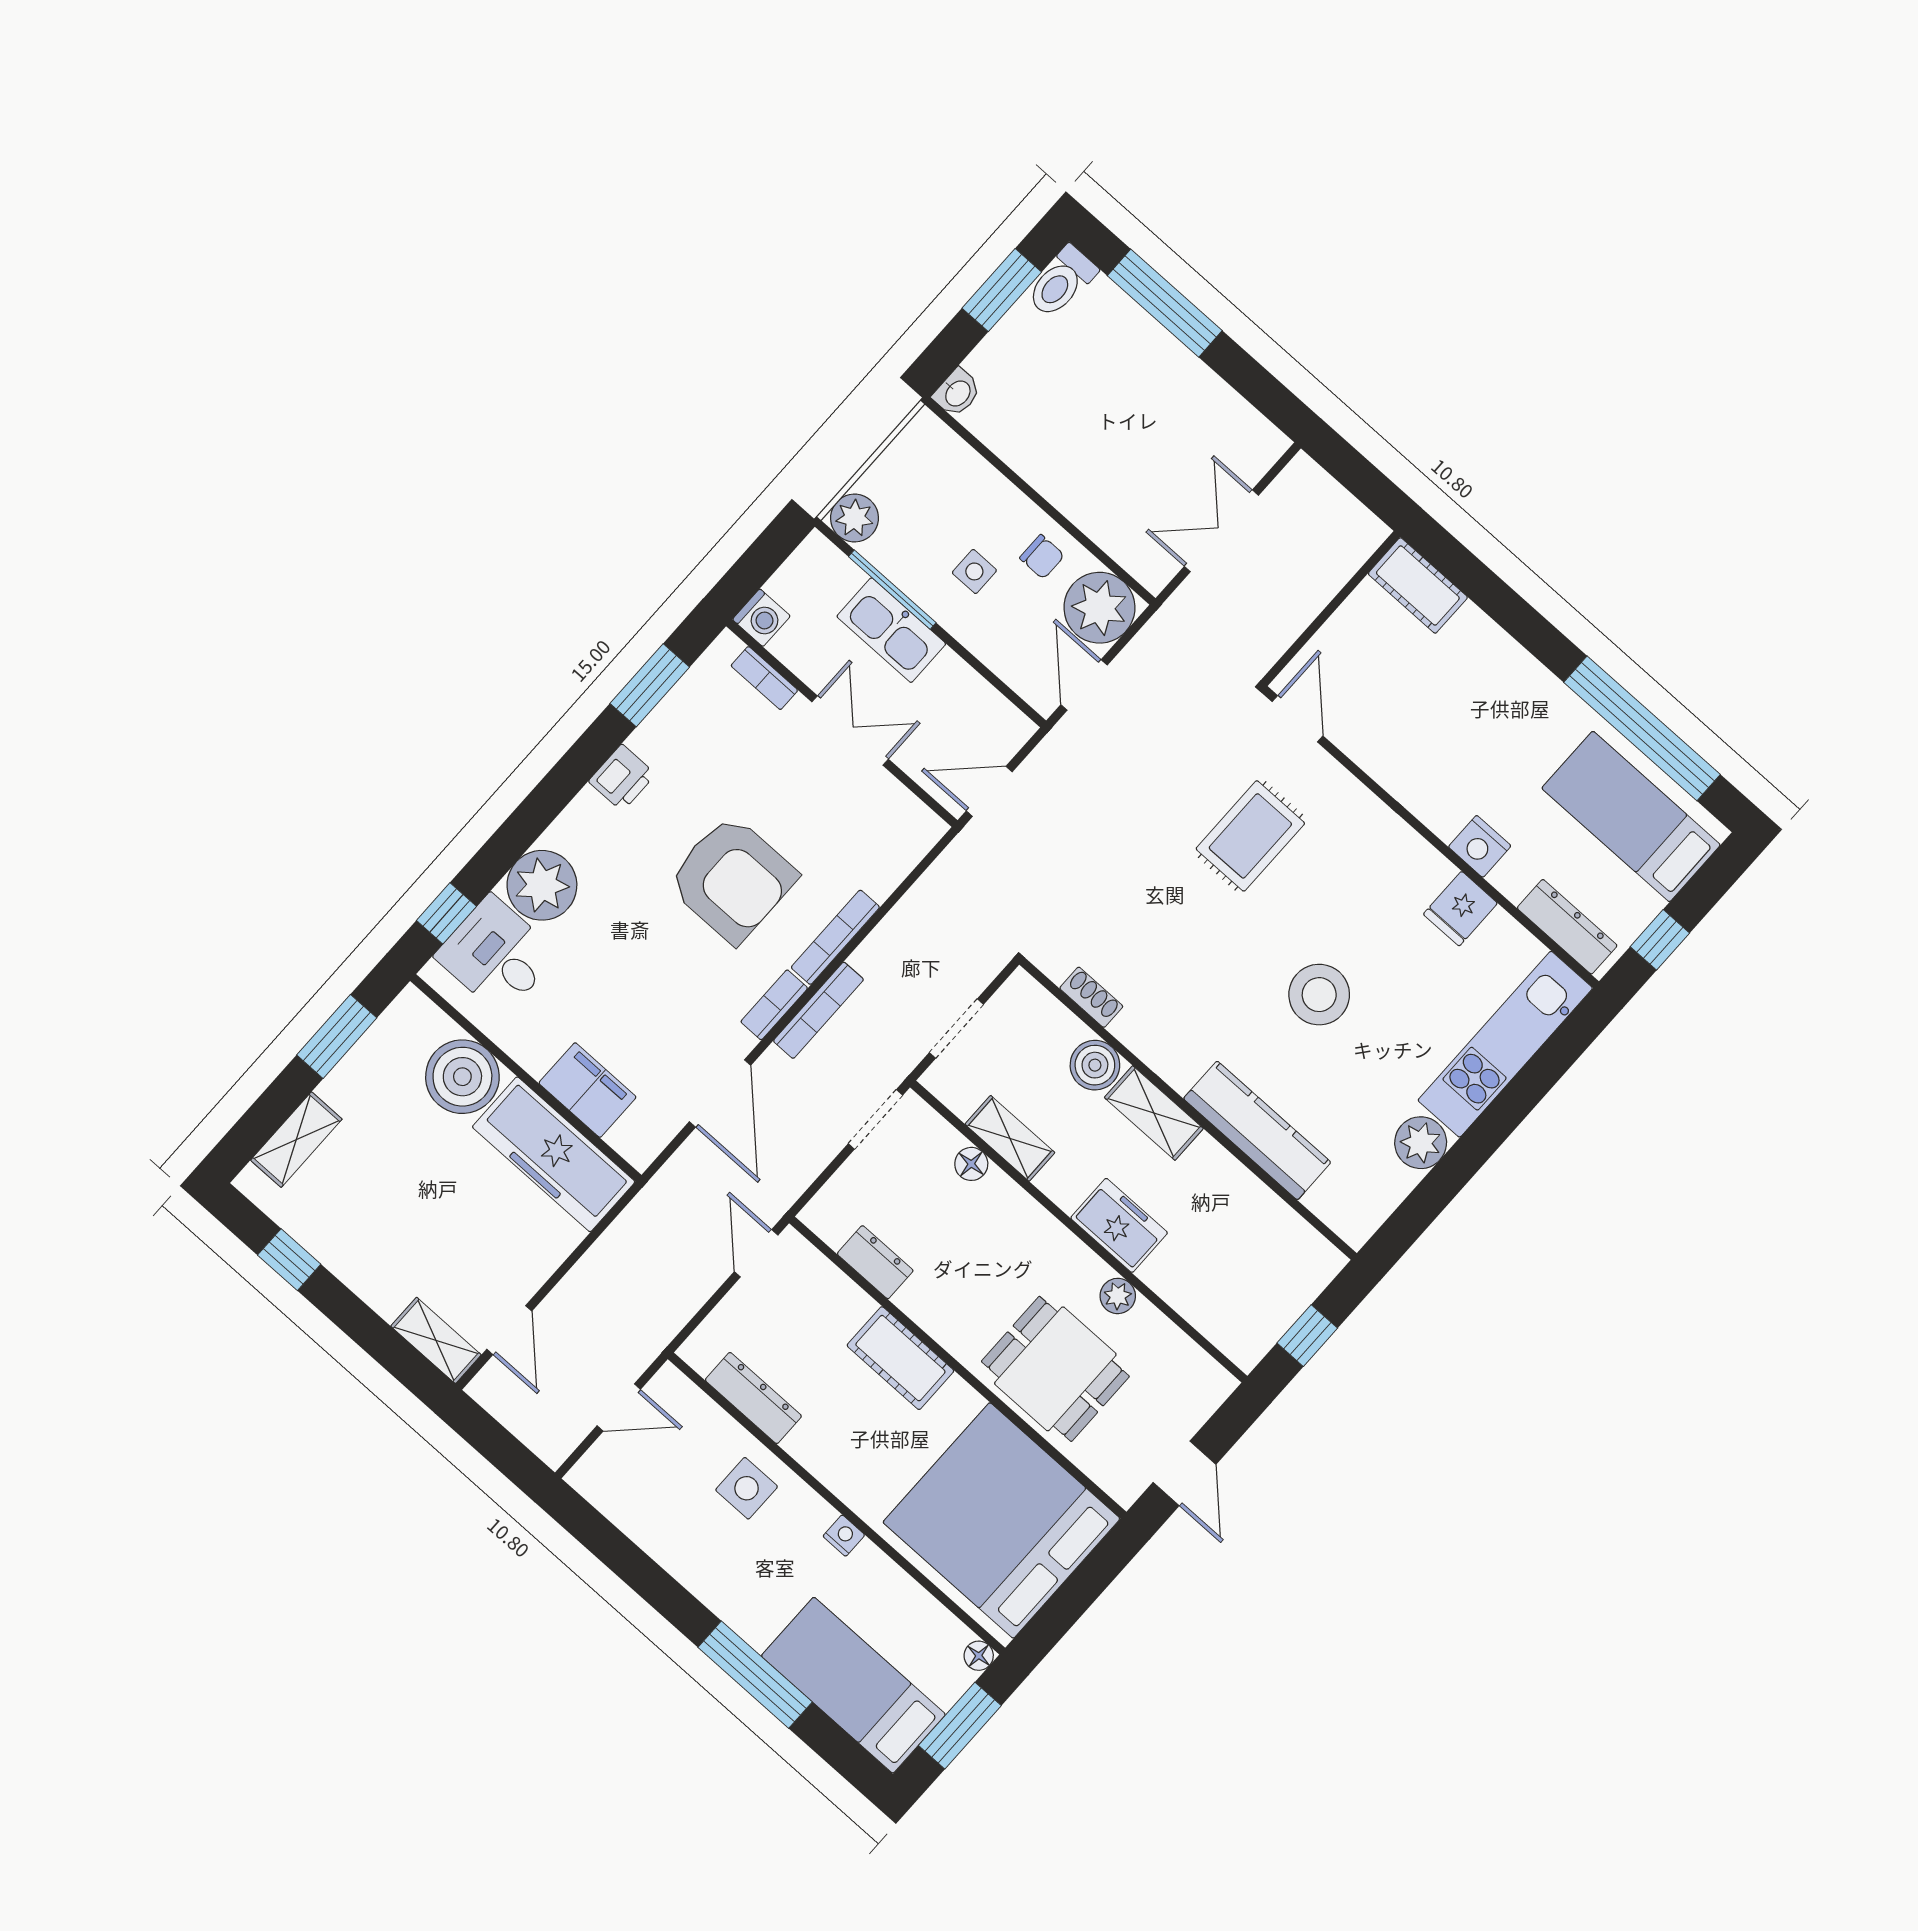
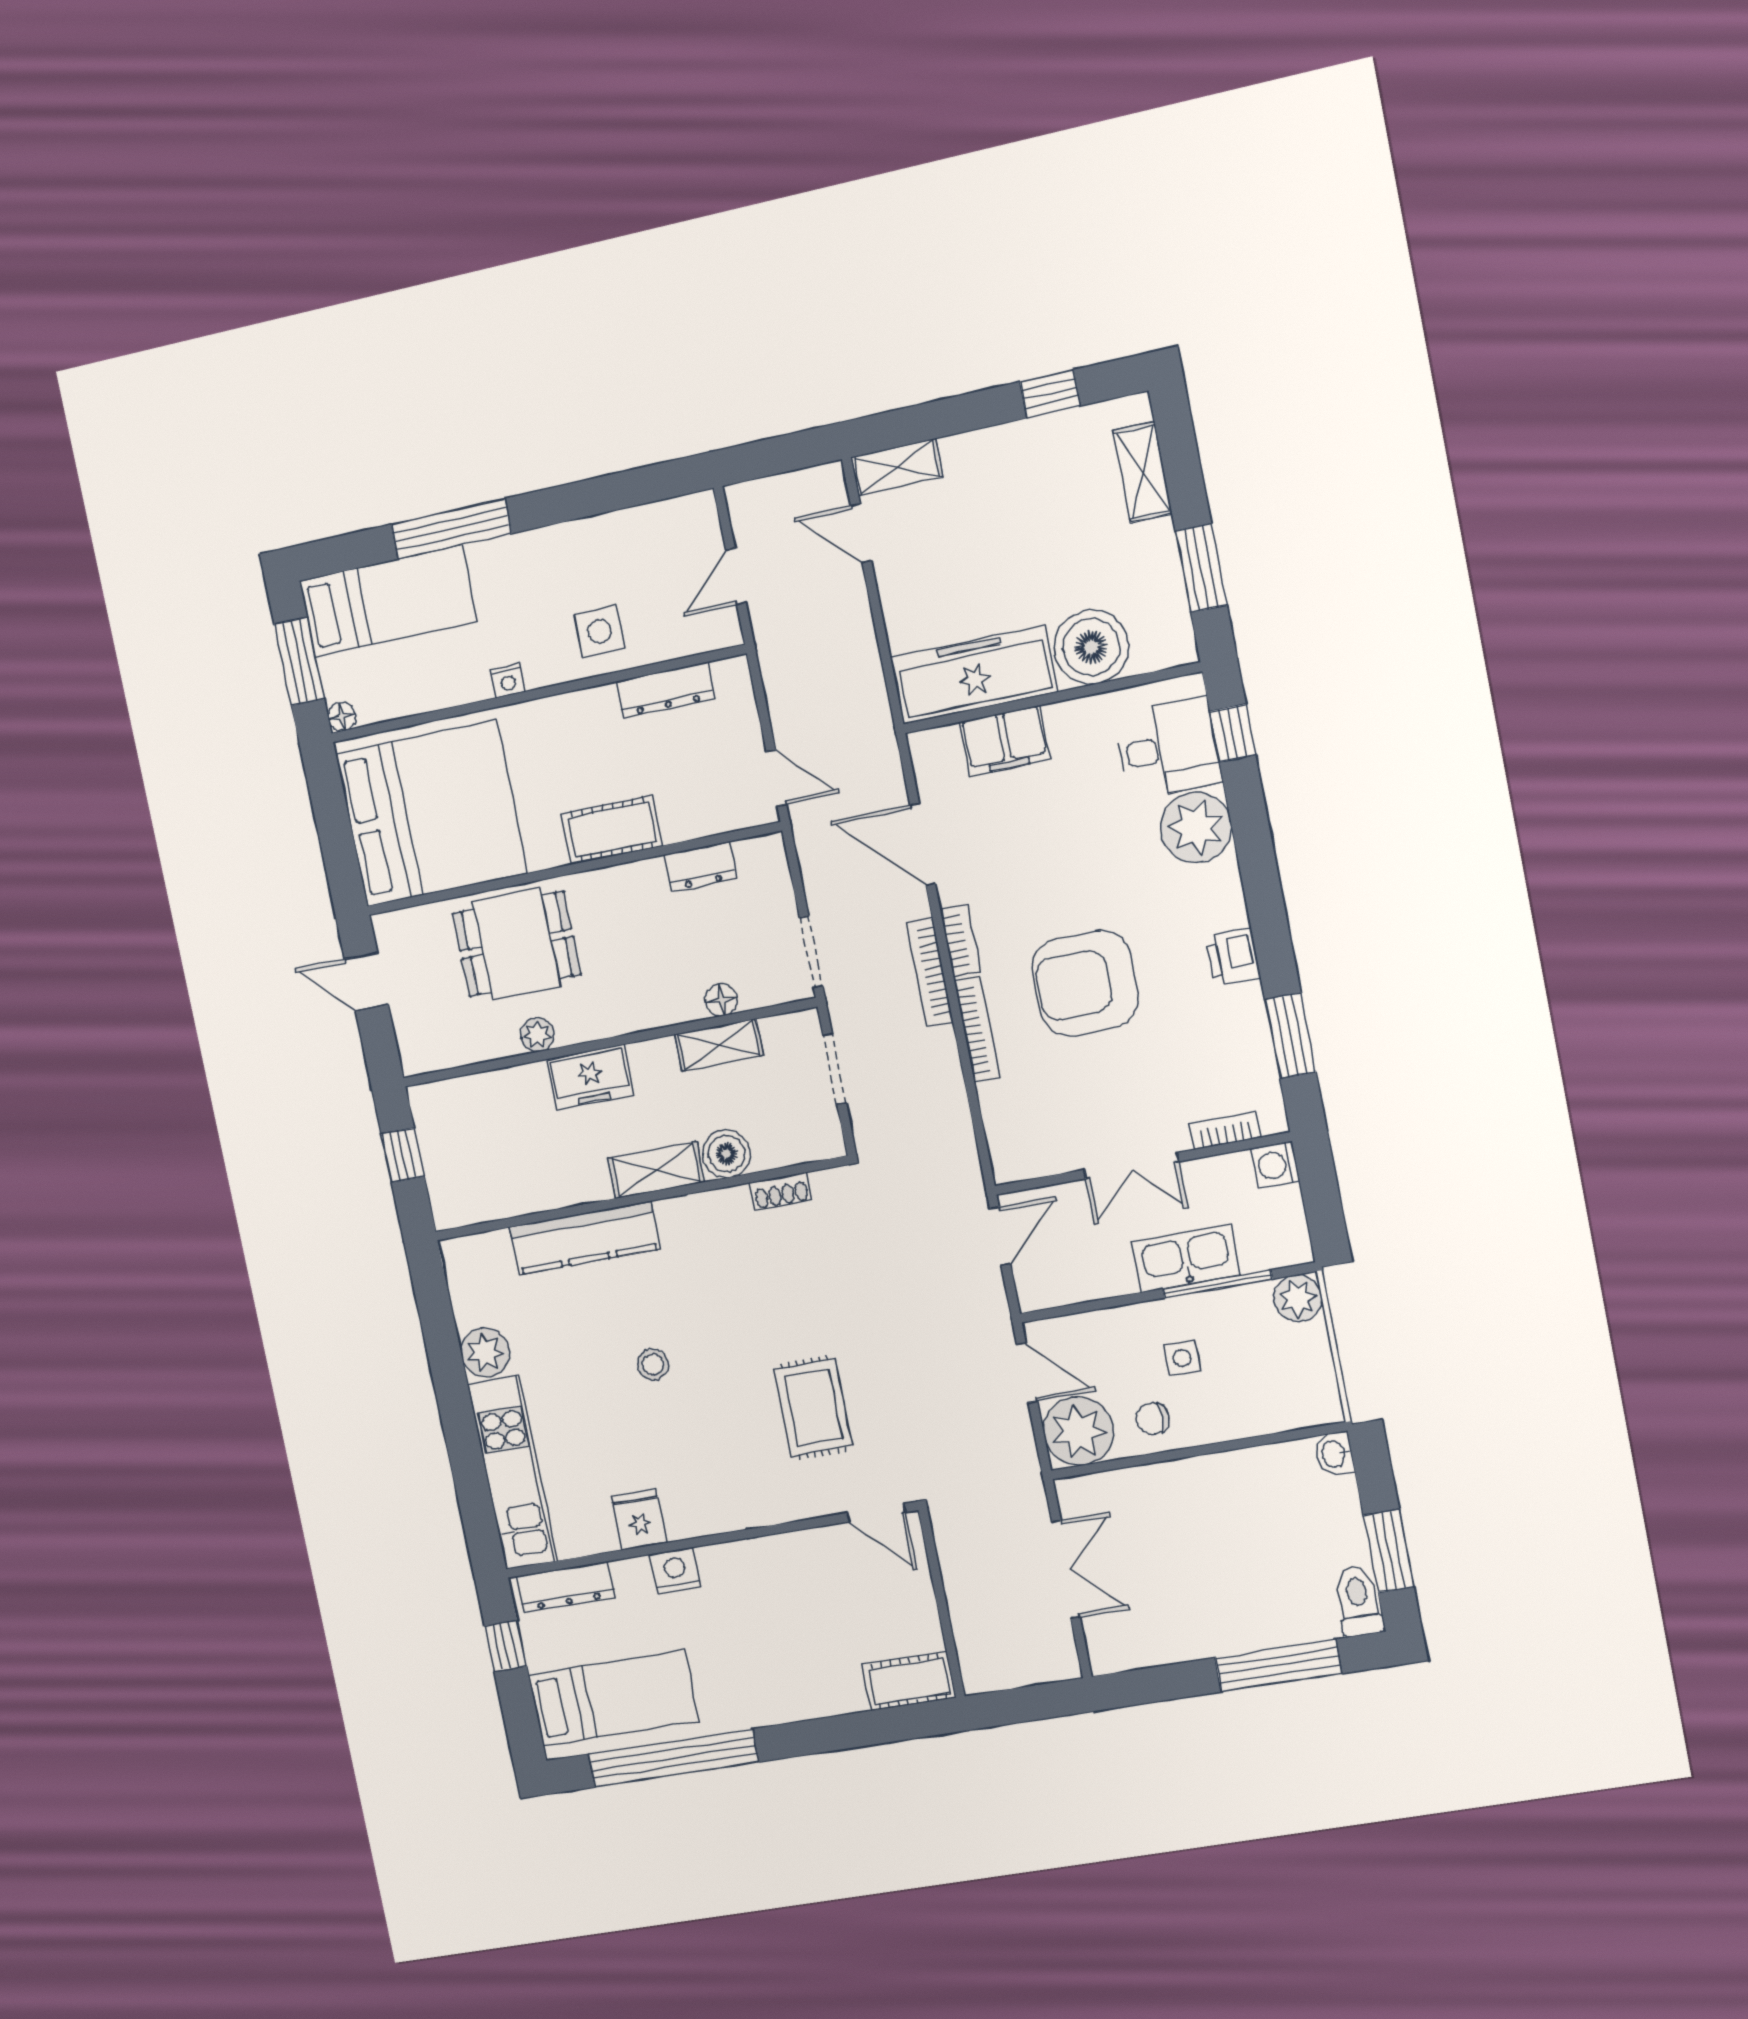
stool: (1319, 995) -> (653, 1364), width x0.53, depth x0.53

